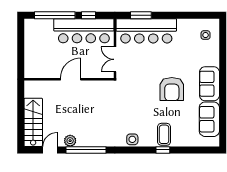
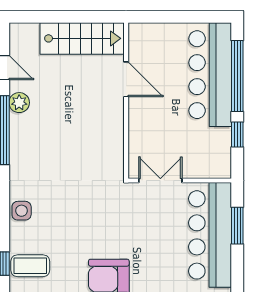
bar counter: (84, 31) -> (210, 75), moved
door: (71, 79) -> (126, 79), moved
stairs: (33, 122) -> (82, 38), moved

